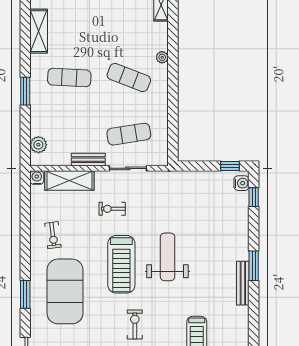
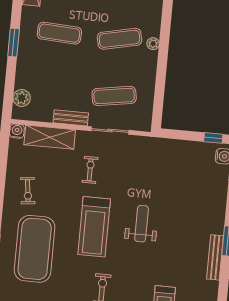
plant: (162, 57) -> (153, 44), moved
exercise mat: (129, 78) -> (119, 39), turned -33
exercise bike: (112, 209) -> (90, 170), turned 90
weight bench: (168, 257) -> (142, 224), width x0.73, depth x0.75

